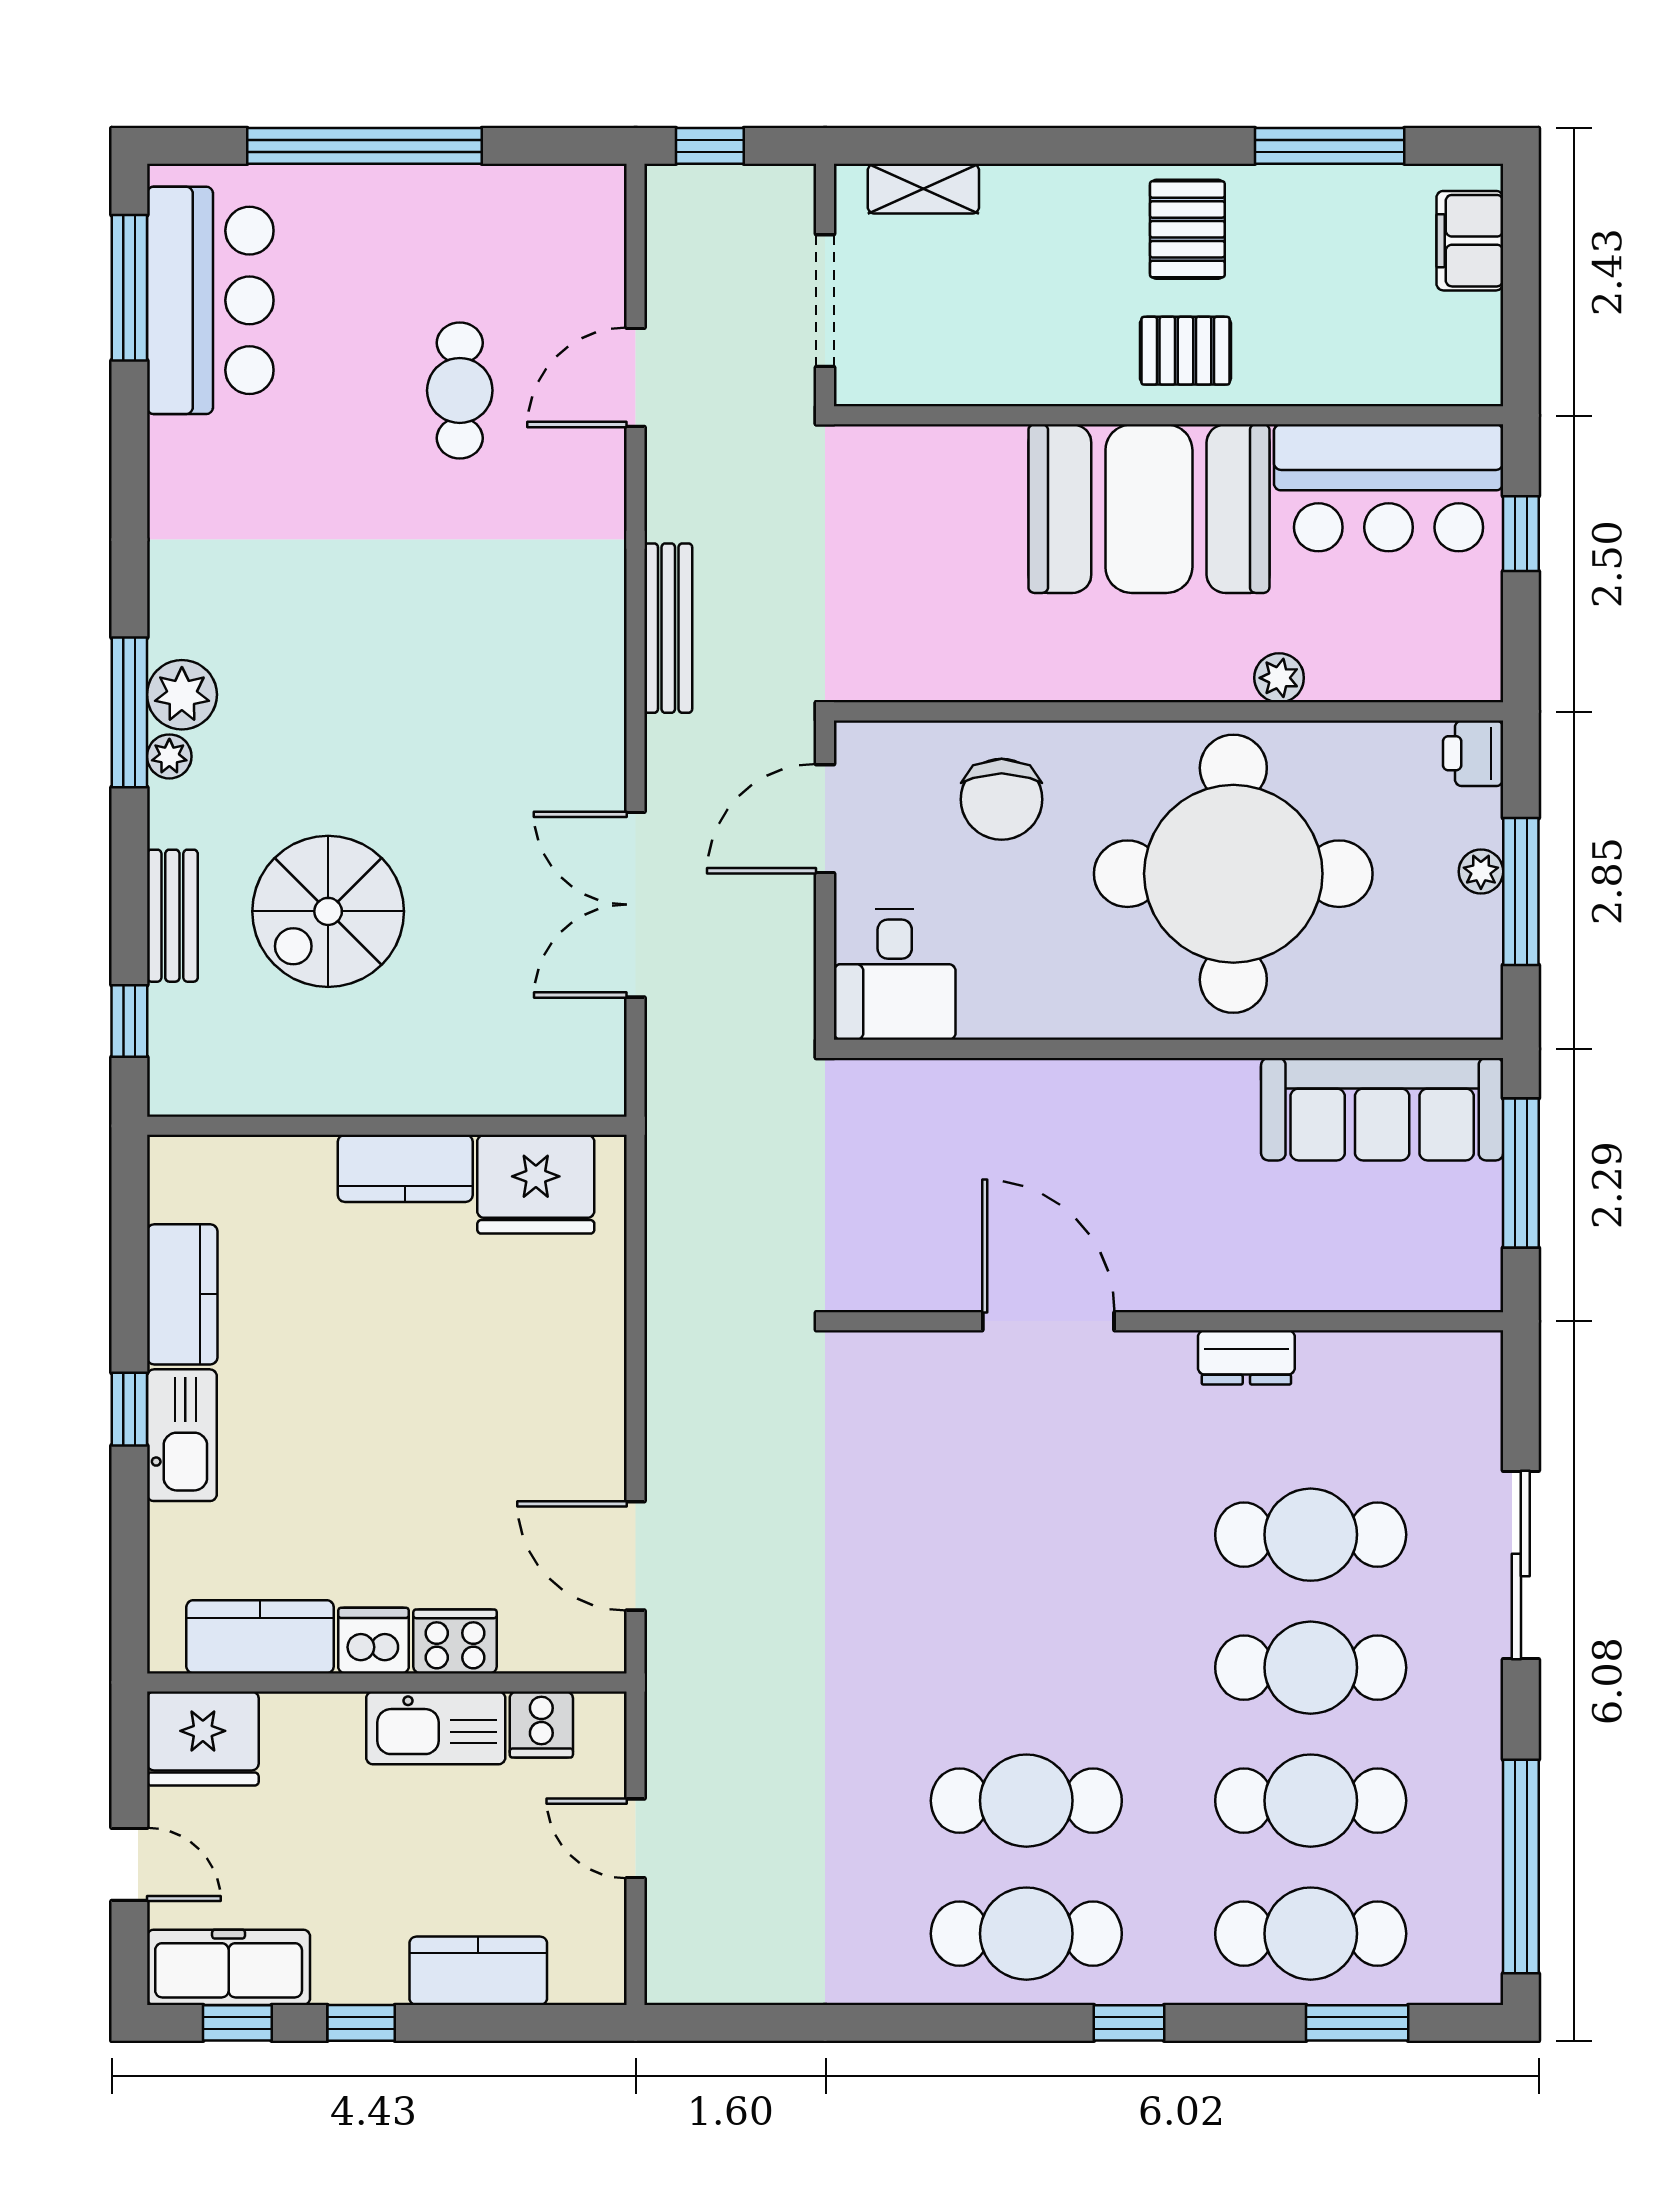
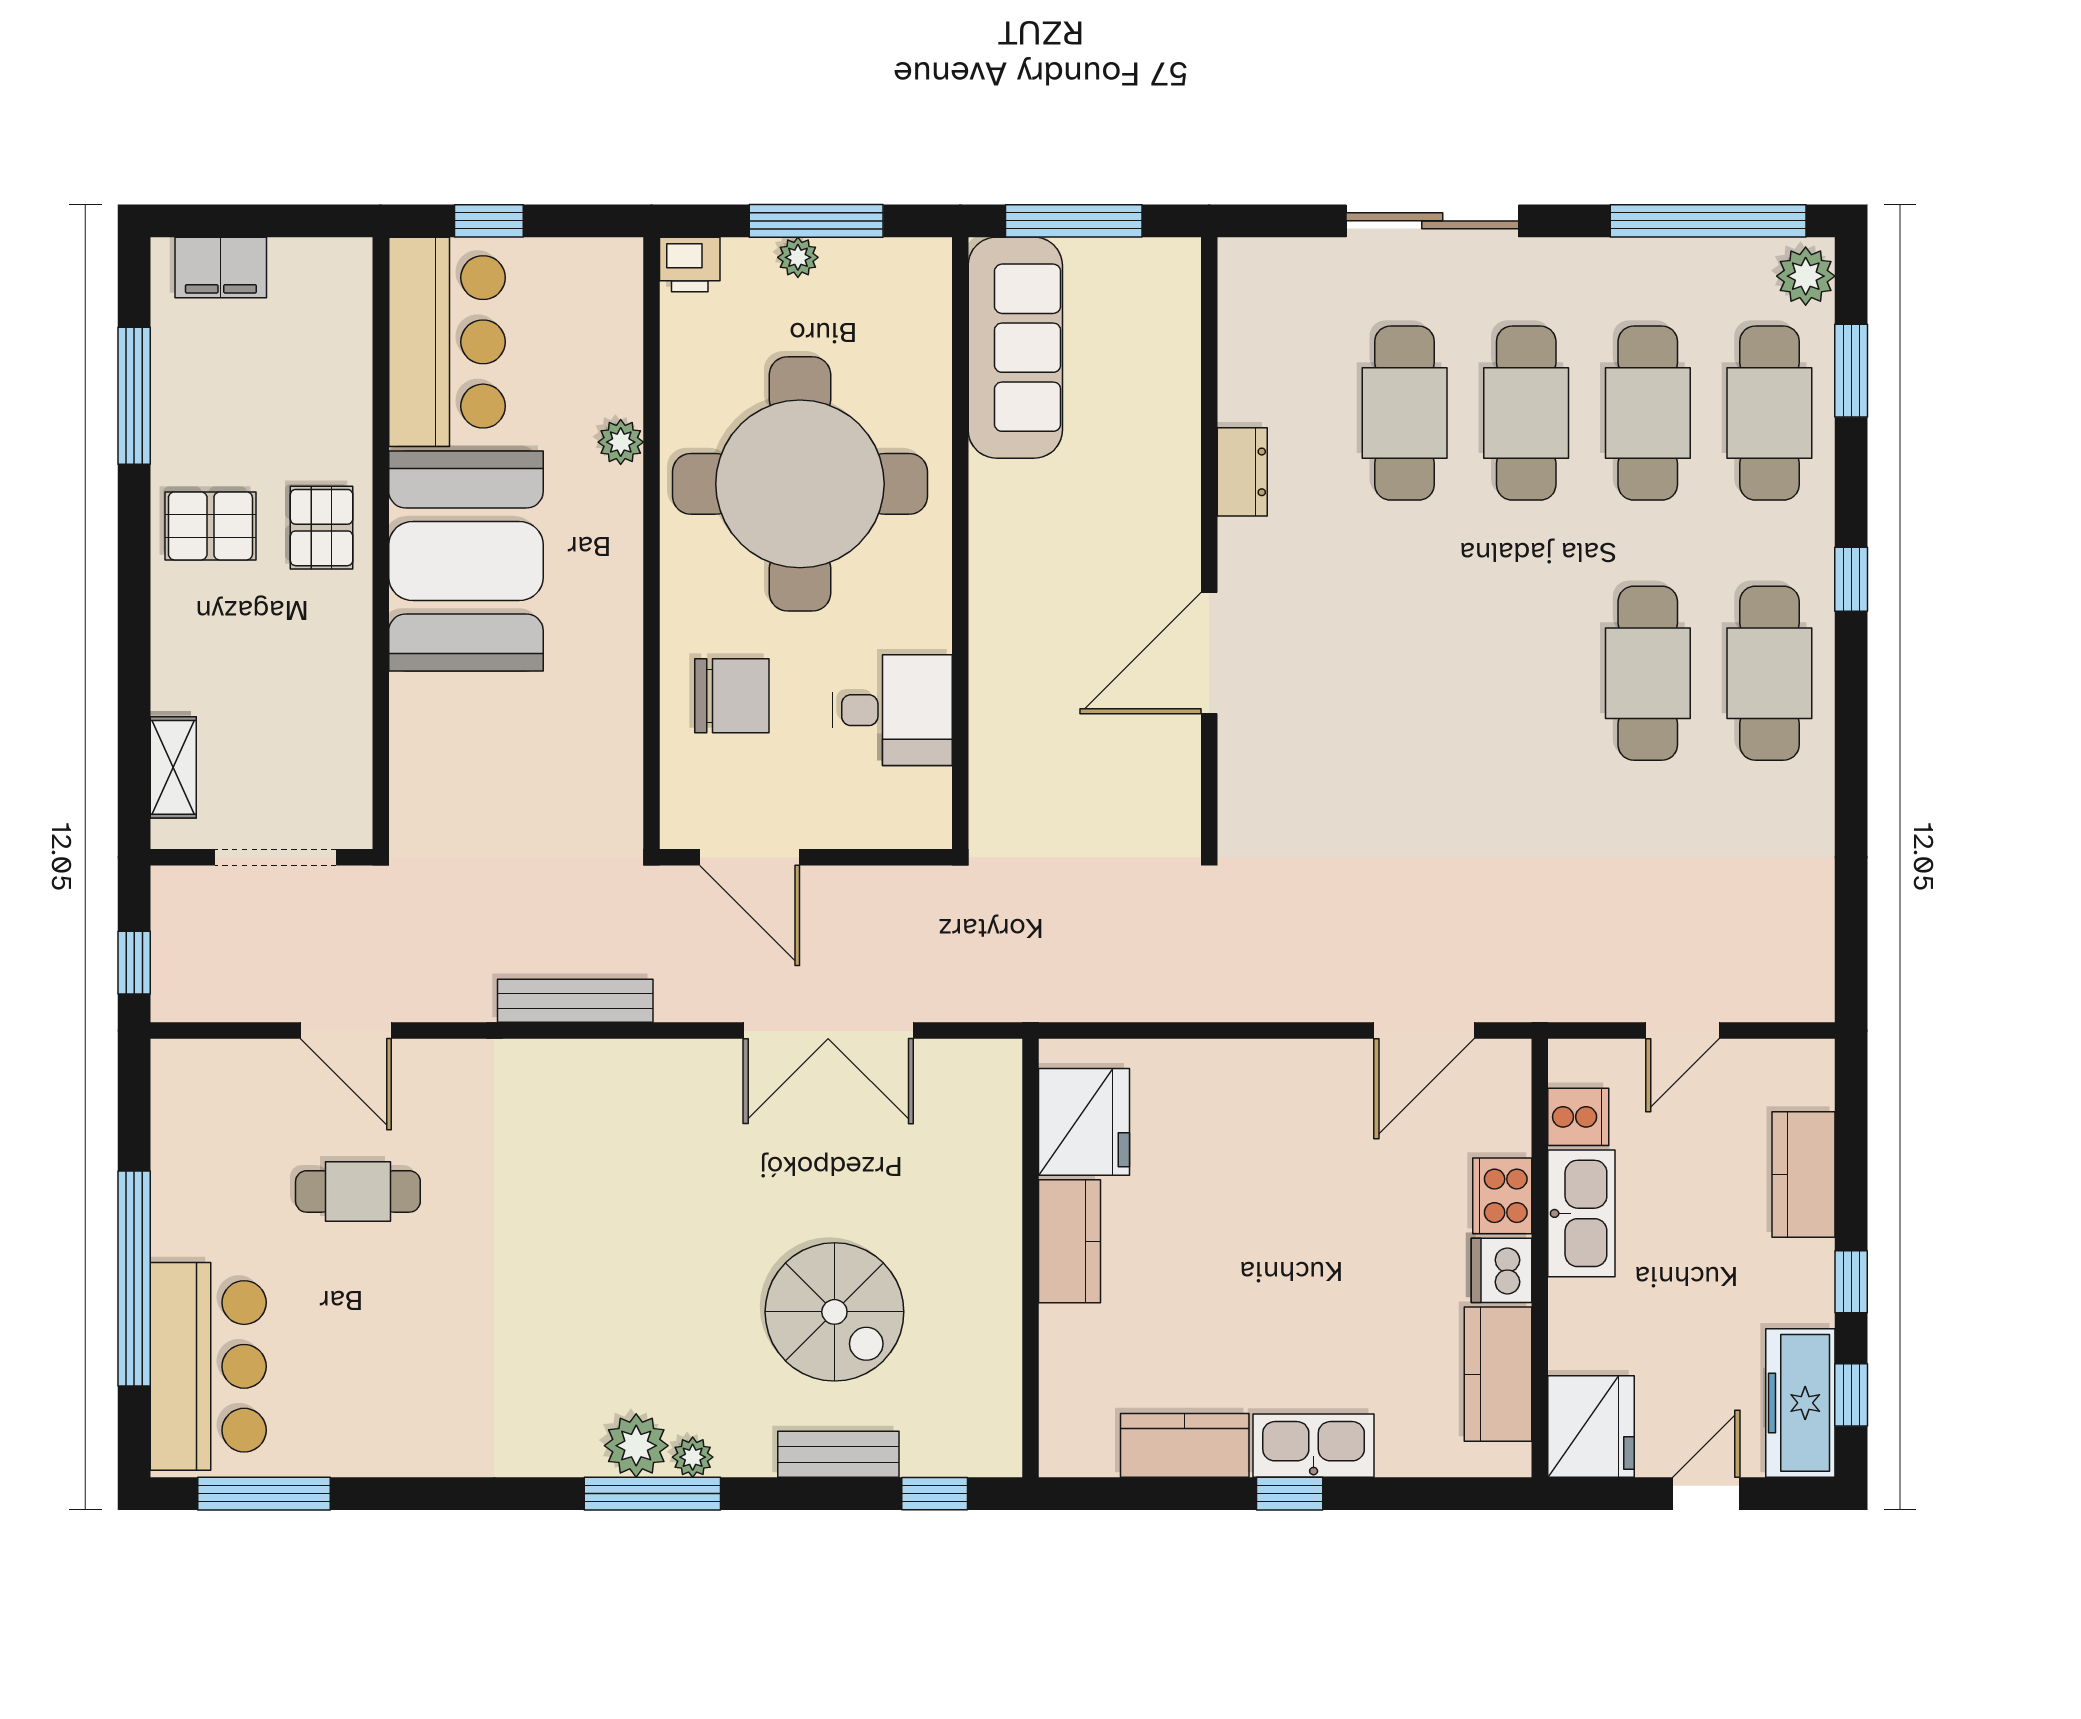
bar counter: (210, 300) -> (208, 1366), moved, turned 90
desk: (895, 974) -> (892, 710), moved
plant: (1460, 1973) -> (1806, 276), added

